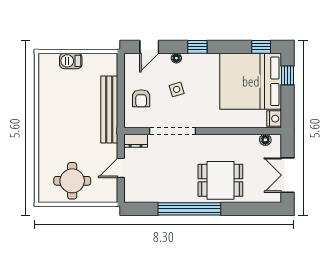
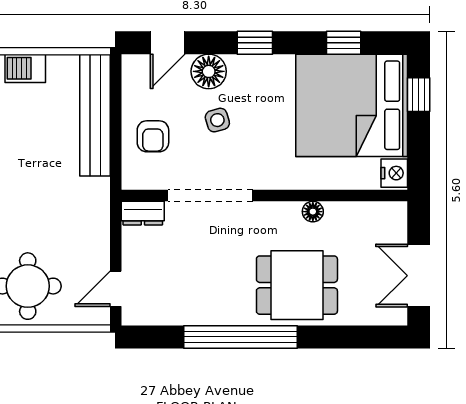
window: (261, 47) -> (344, 43), moved
floor lamp: (176, 58) -> (209, 71), width x1.89, depth x1.89
bench: (109, 110) -> (95, 115), moved
floor lamp: (265, 140) -> (313, 212), moved
door: (121, 168) -> (116, 289), moved

